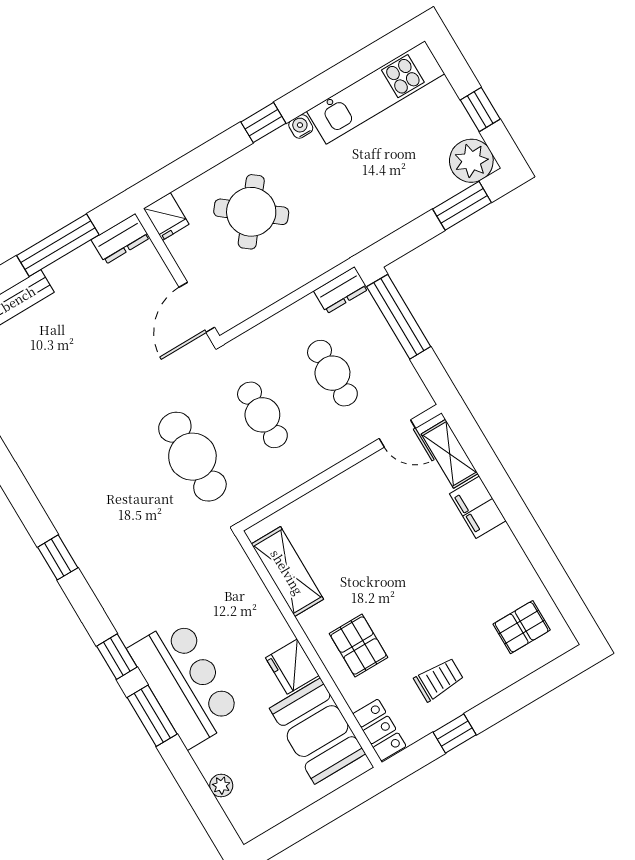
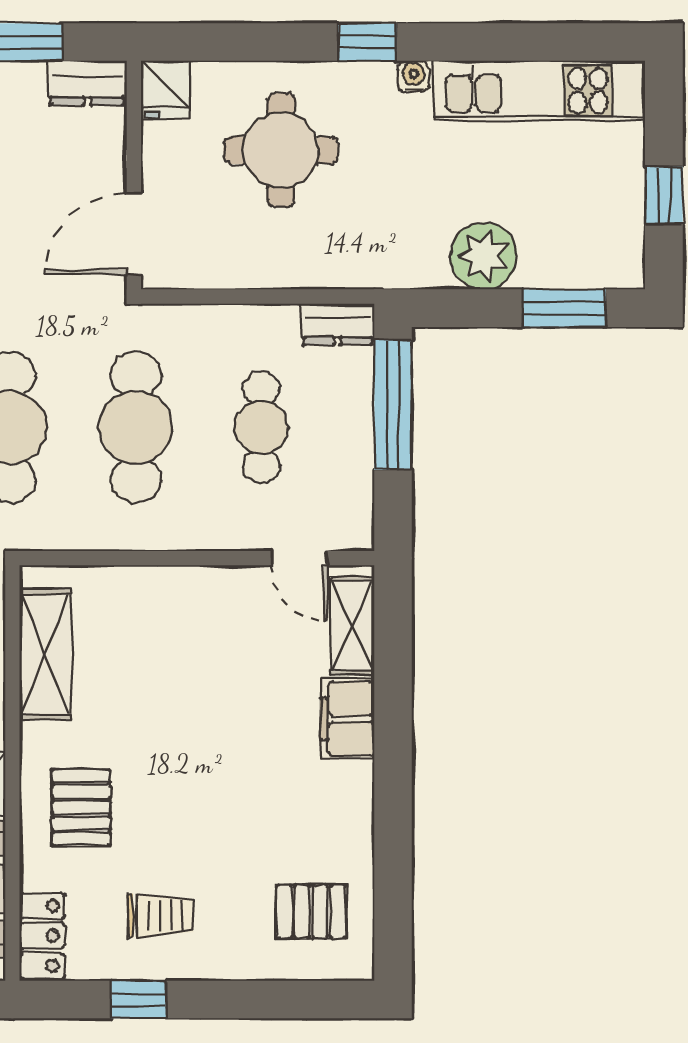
plant: (471, 161) -> (484, 256), moved
round table: (251, 212) -> (281, 150), turned -38
cafe table: (262, 415) -> (136, 427), width x1.37, depth x1.35

